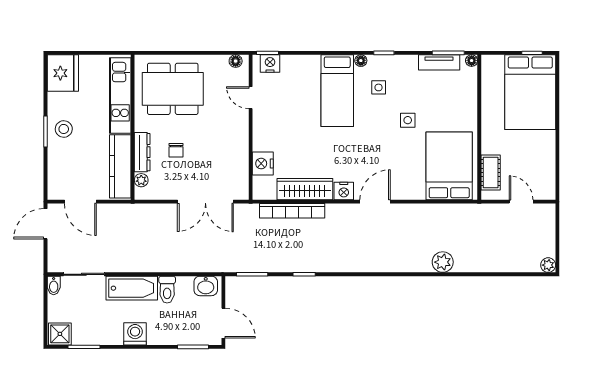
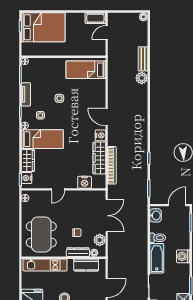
tv unit: (439, 62) -> (26, 94), moved
wardrobe: (300, 66) -> (28, 161), added
door: (251, 98) -> (58, 189), moved
kitchen counter: (120, 166) -> (86, 265), width x0.67
bed: (449, 166) -> (86, 70), width x0.67
cot: (491, 173) -> (95, 18), moved
plant: (163, 190) -> (100, 240), added
bench: (476, 264) -> (143, 59), added

